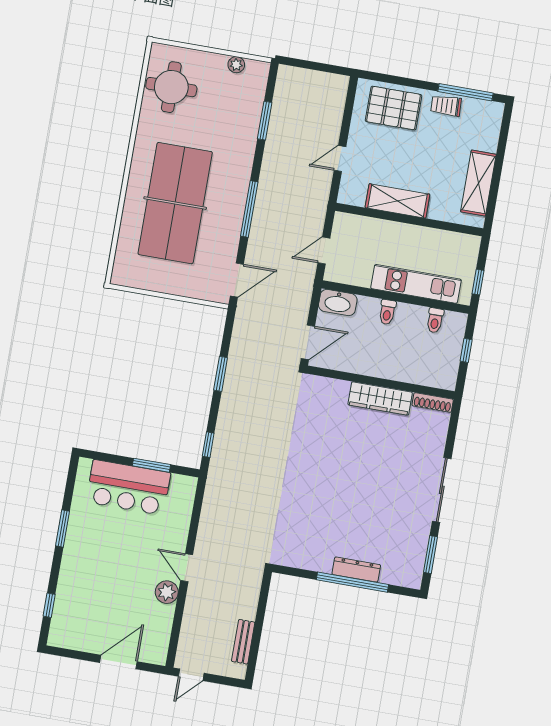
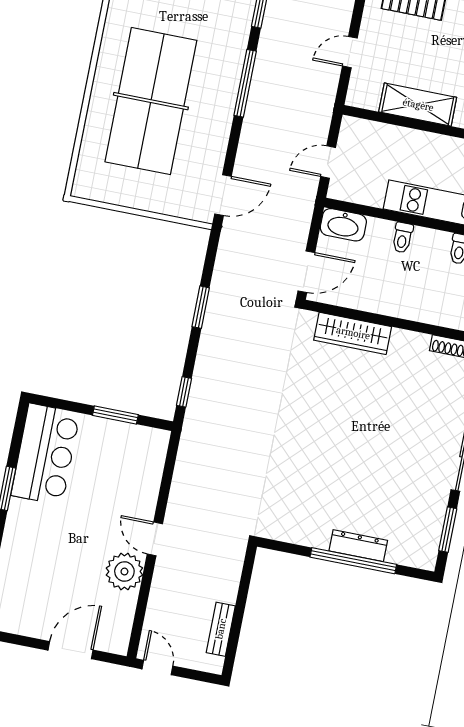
window: (249, 209) -> (245, 83), moved
wardrobe: (380, 398) -> (353, 333), moved
bar counter: (128, 487) -> (45, 454), moved, turned -90
plant: (167, 592) -> (124, 572), width x1.36, depth x1.36
door: (191, 675) -> (157, 667), swing flipped

